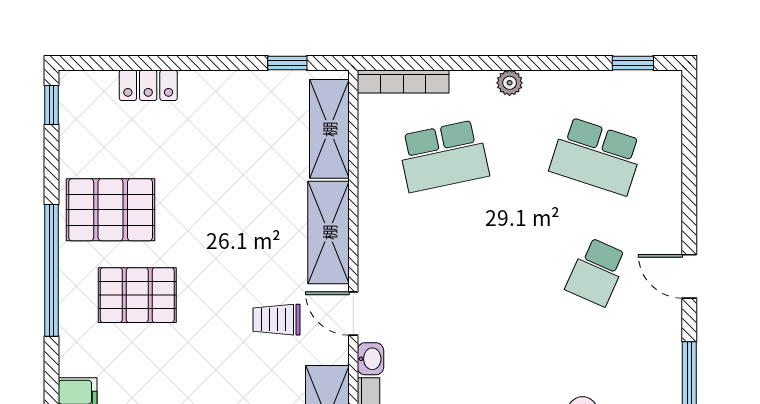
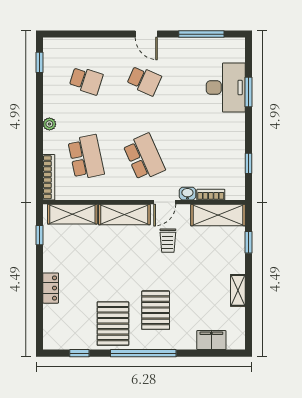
locker: (148, 85) -> (51, 288), moved
window: (52, 105) -> (79, 353), moved
school desk: (597, 156) -> (86, 80), width x0.54
school desk: (443, 272) -> (144, 157), added
door: (689, 276) -> (146, 34), hinge flipped

